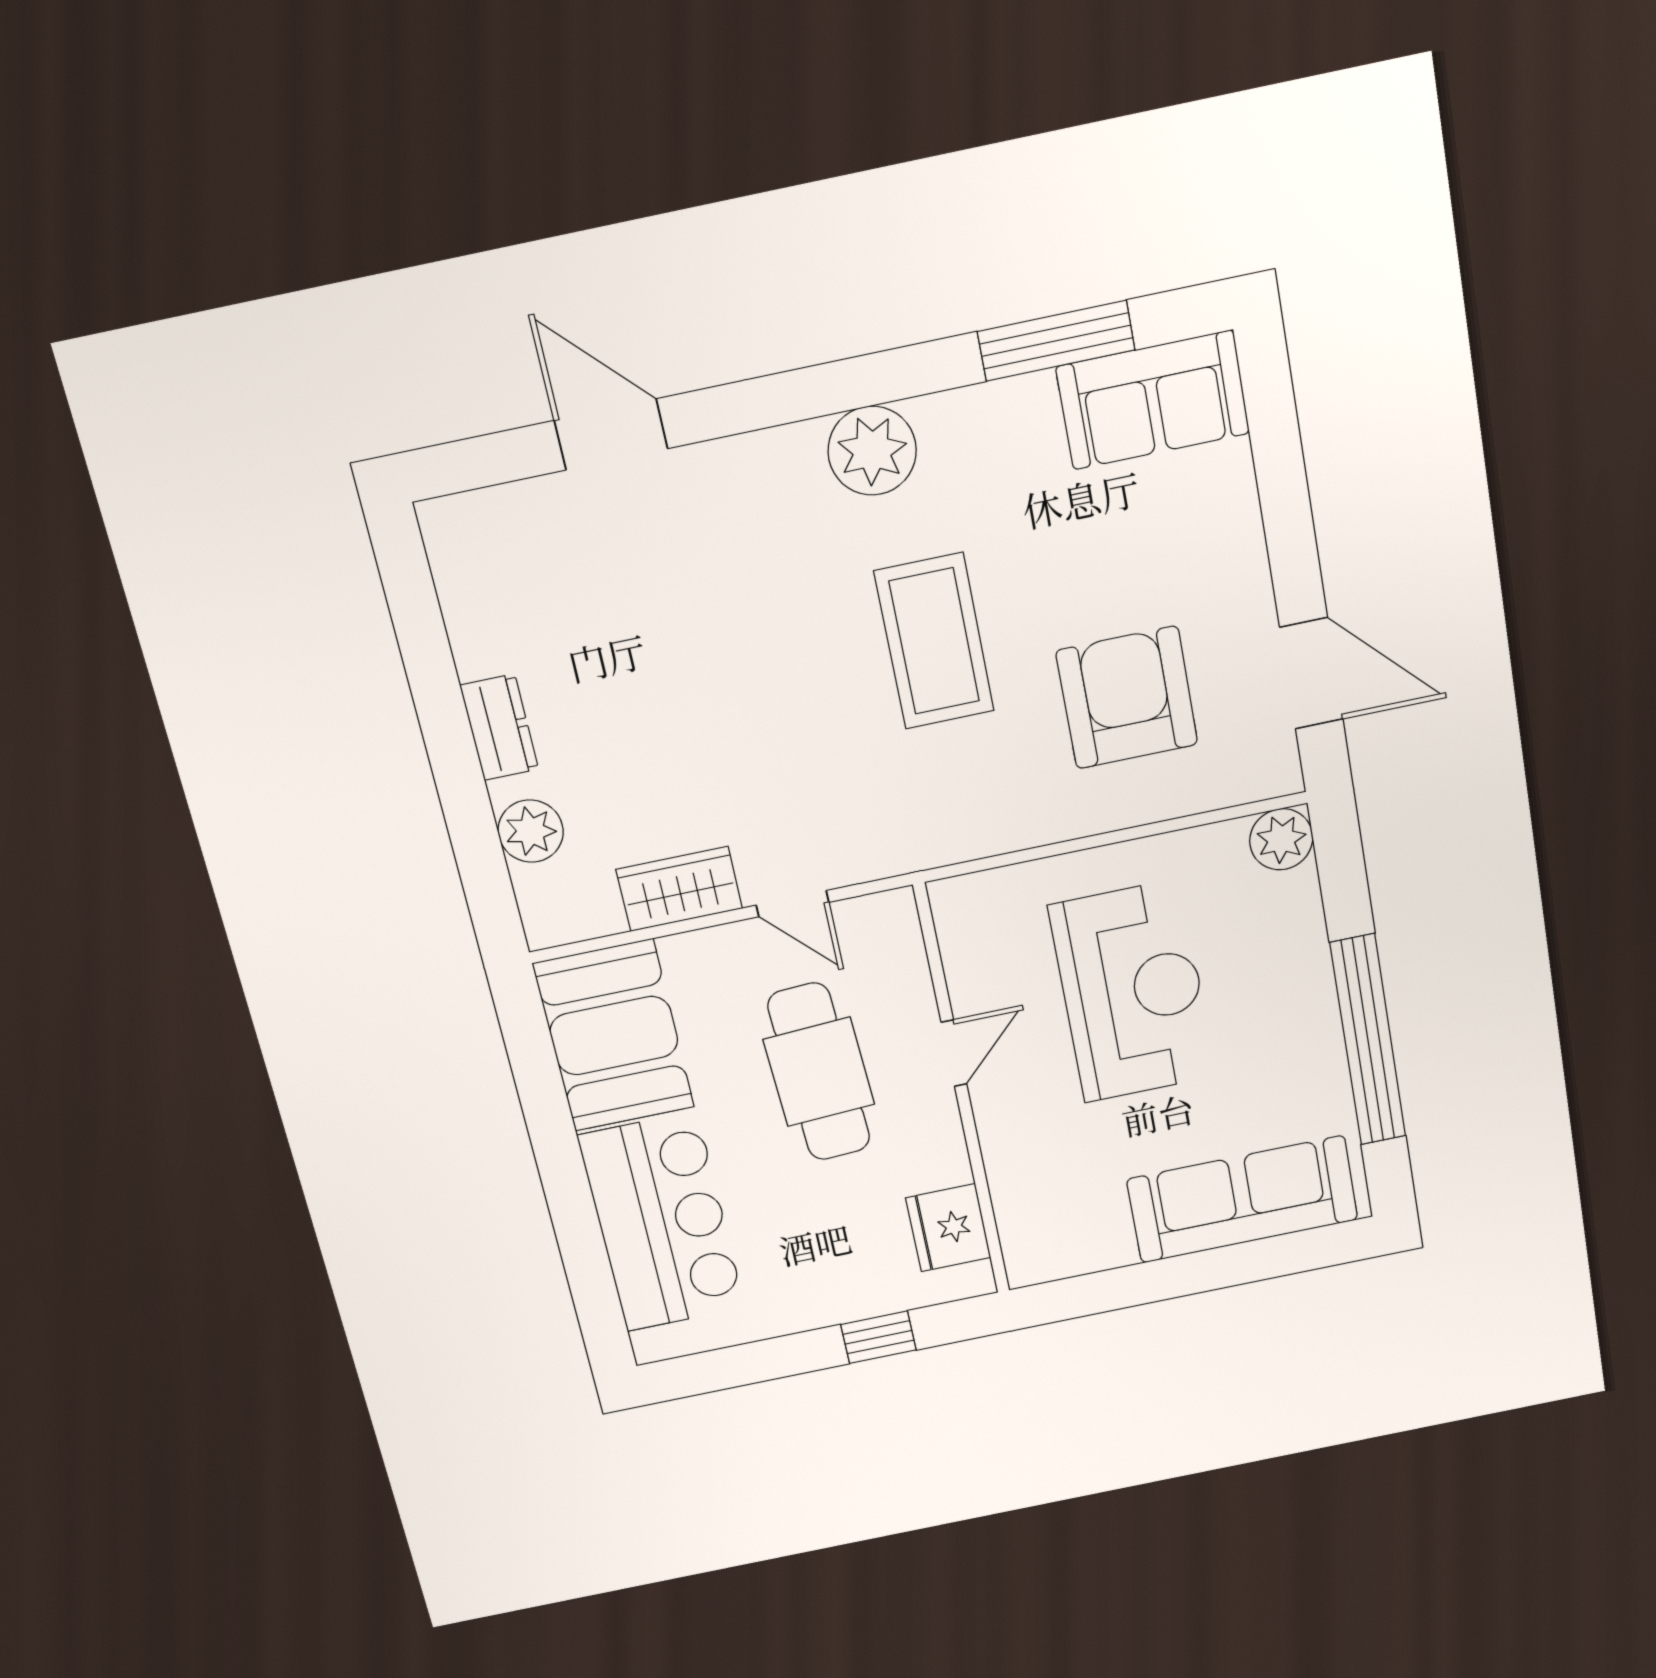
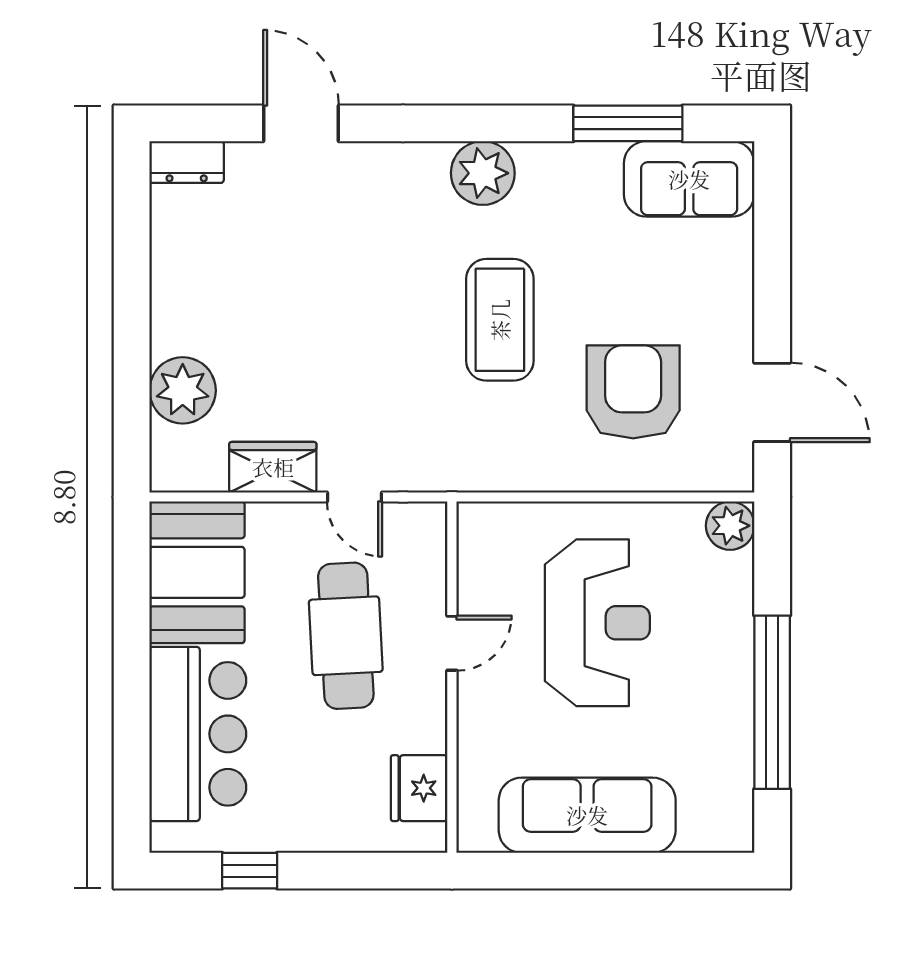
dresser: (499, 727) -> (187, 162), moved, turned 90
plant: (531, 831) -> (183, 390), width x1.36, depth x1.36
sofa: (1242, 1199) -> (587, 815), moved
window: (878, 1337) -> (250, 871), moved

